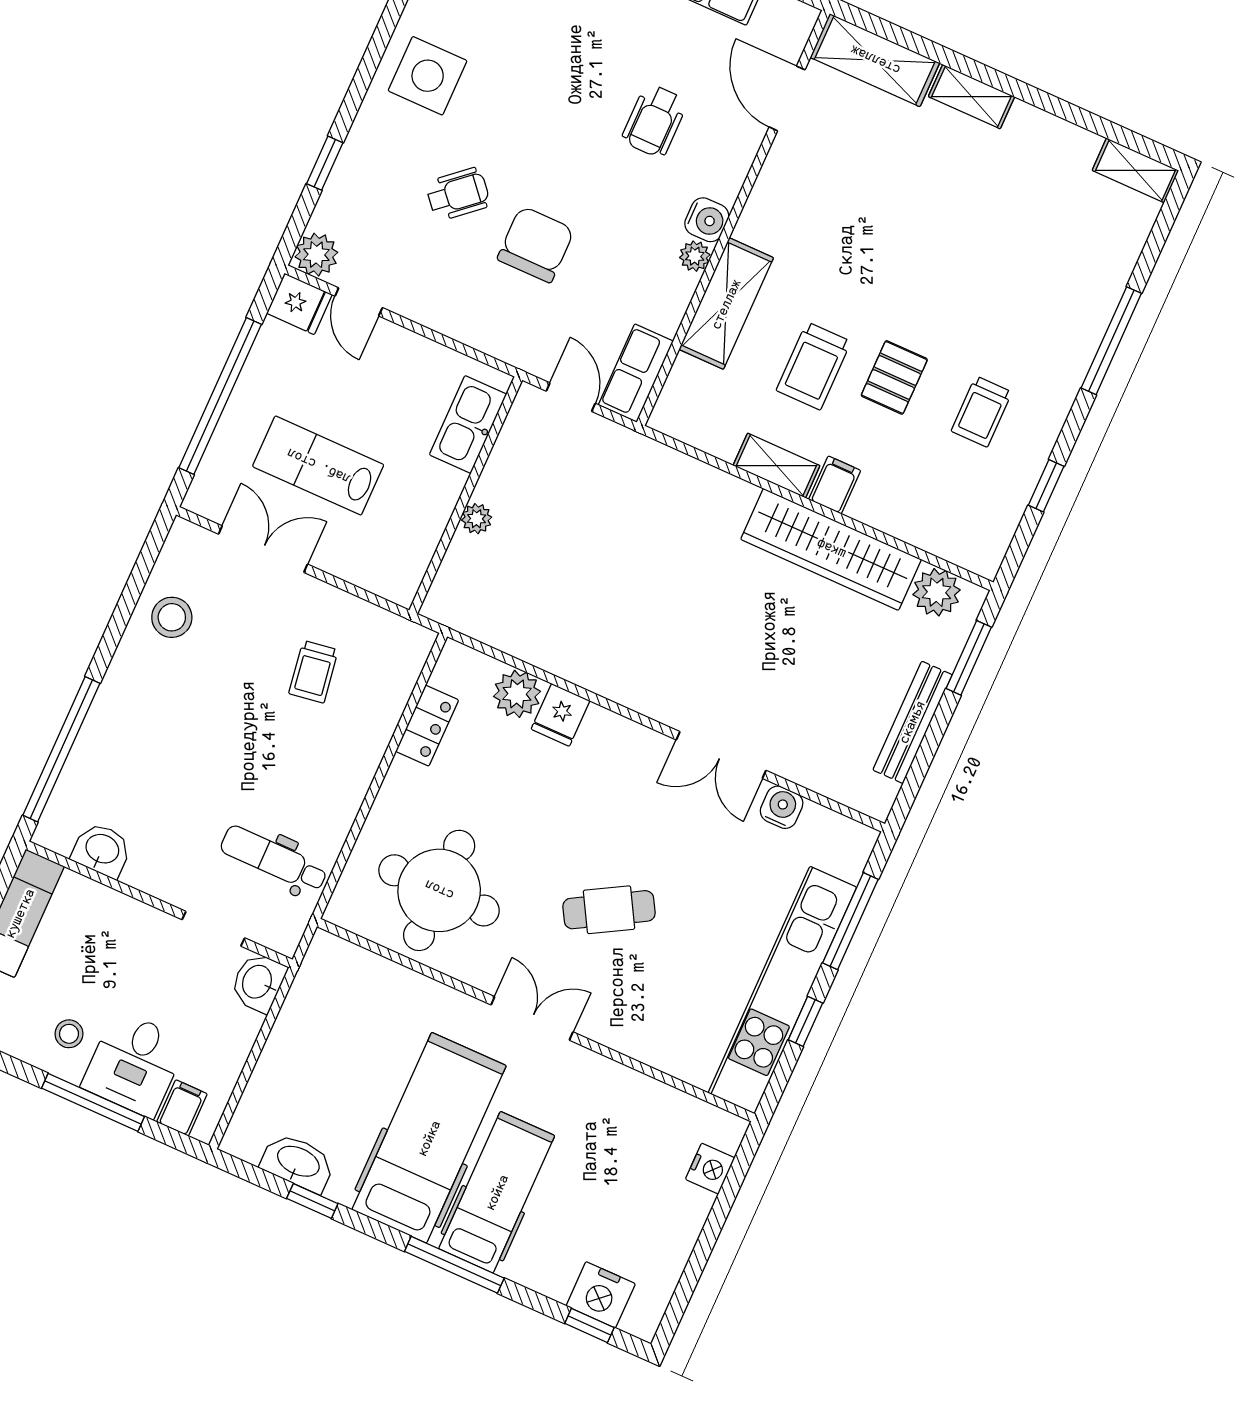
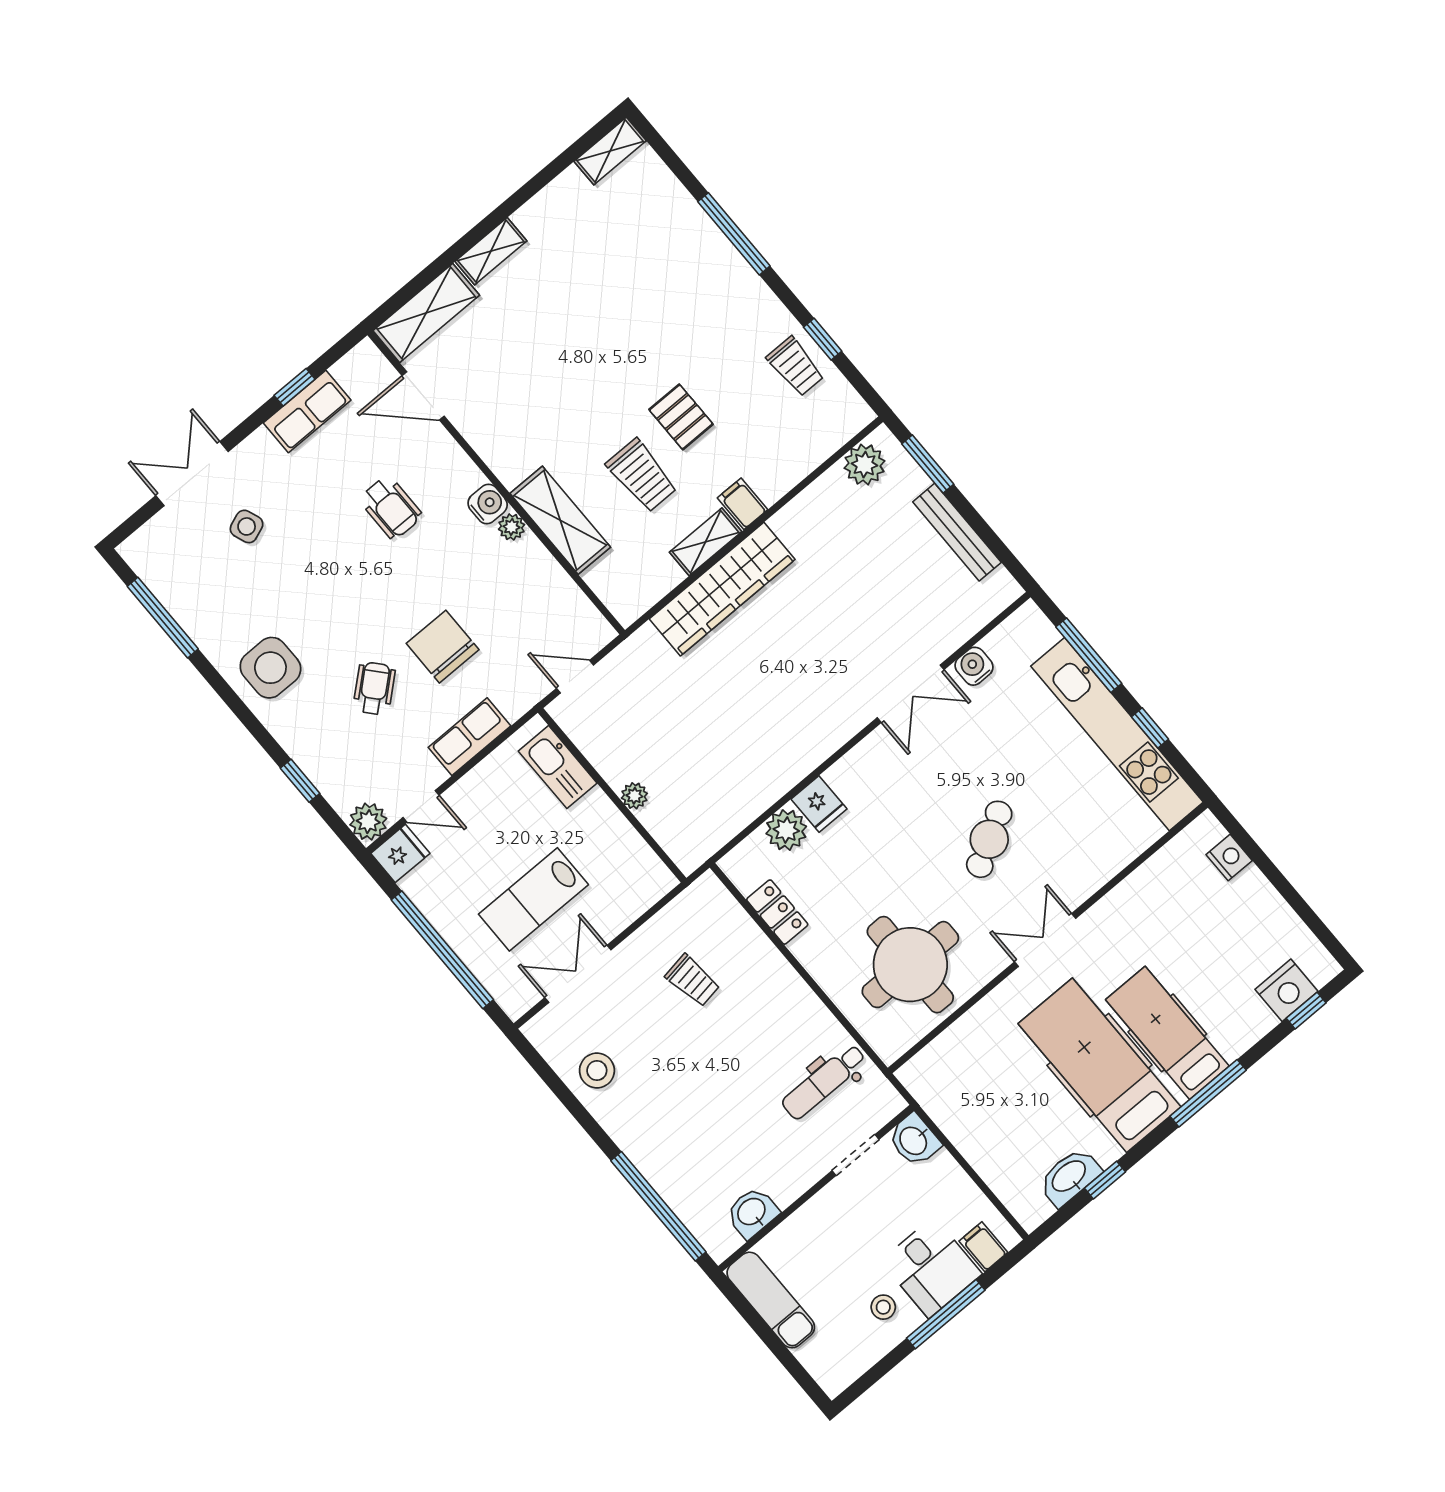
row of seats: (636, 373) -> (470, 737), moved, turned 90
trolley: (982, 412) -> (795, 366), moved
wardrobe: (831, 549) -> (722, 589), moved

